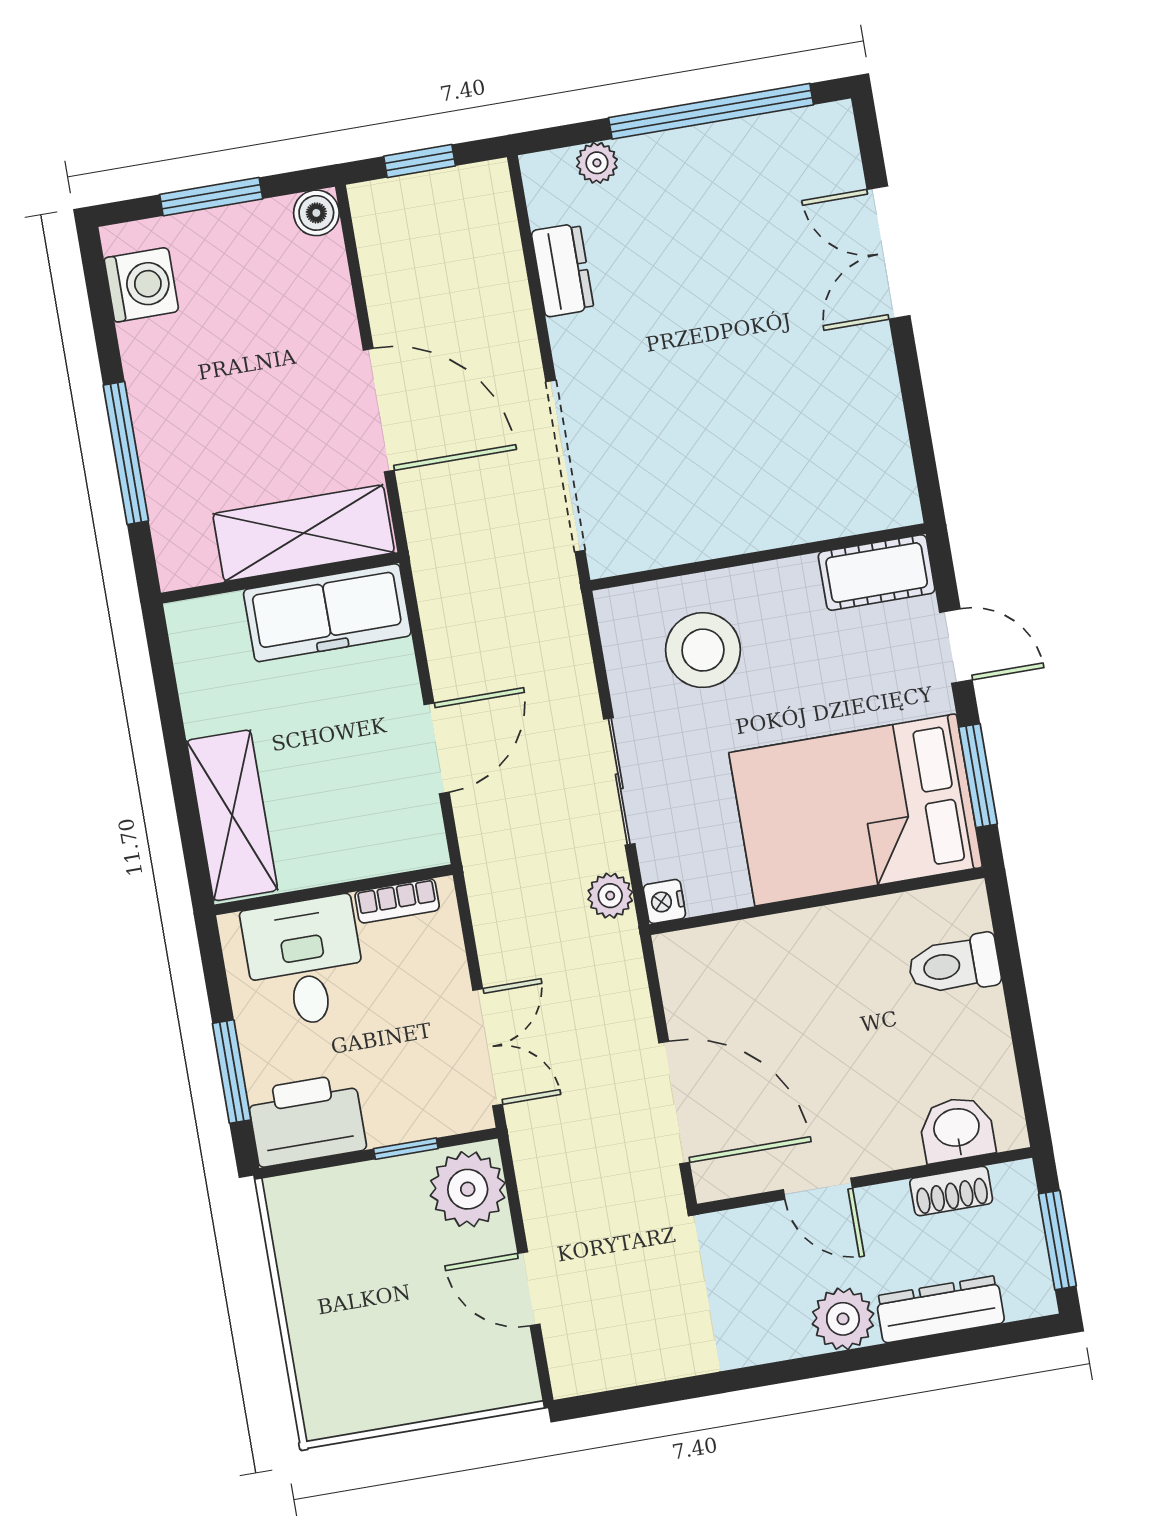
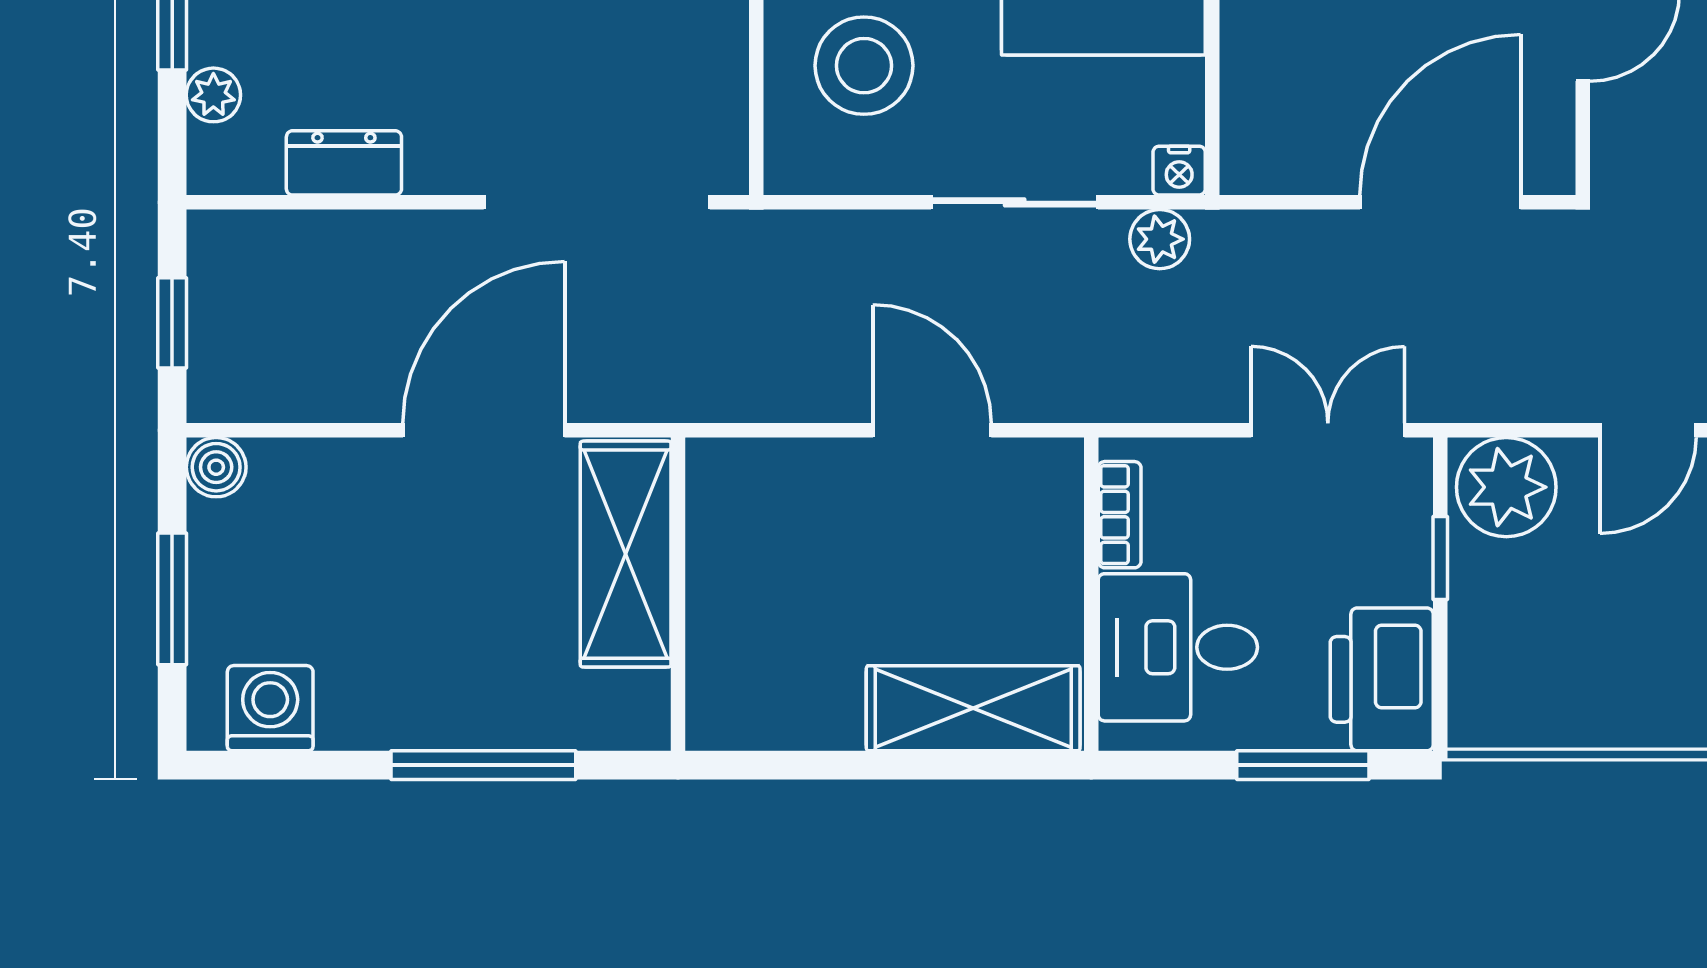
freezer: (327, 613) -> (733, 541), removed

